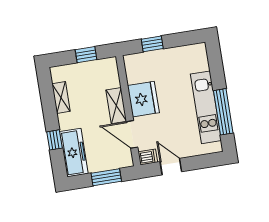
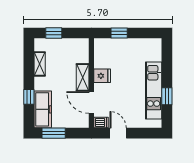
window: (86, 55) -> (54, 33), moved
fridge: (143, 99) -> (102, 76), width x0.53, depth x0.75
window: (223, 112) -> (167, 96), width x0.46
window: (106, 177) -> (54, 133), moved

